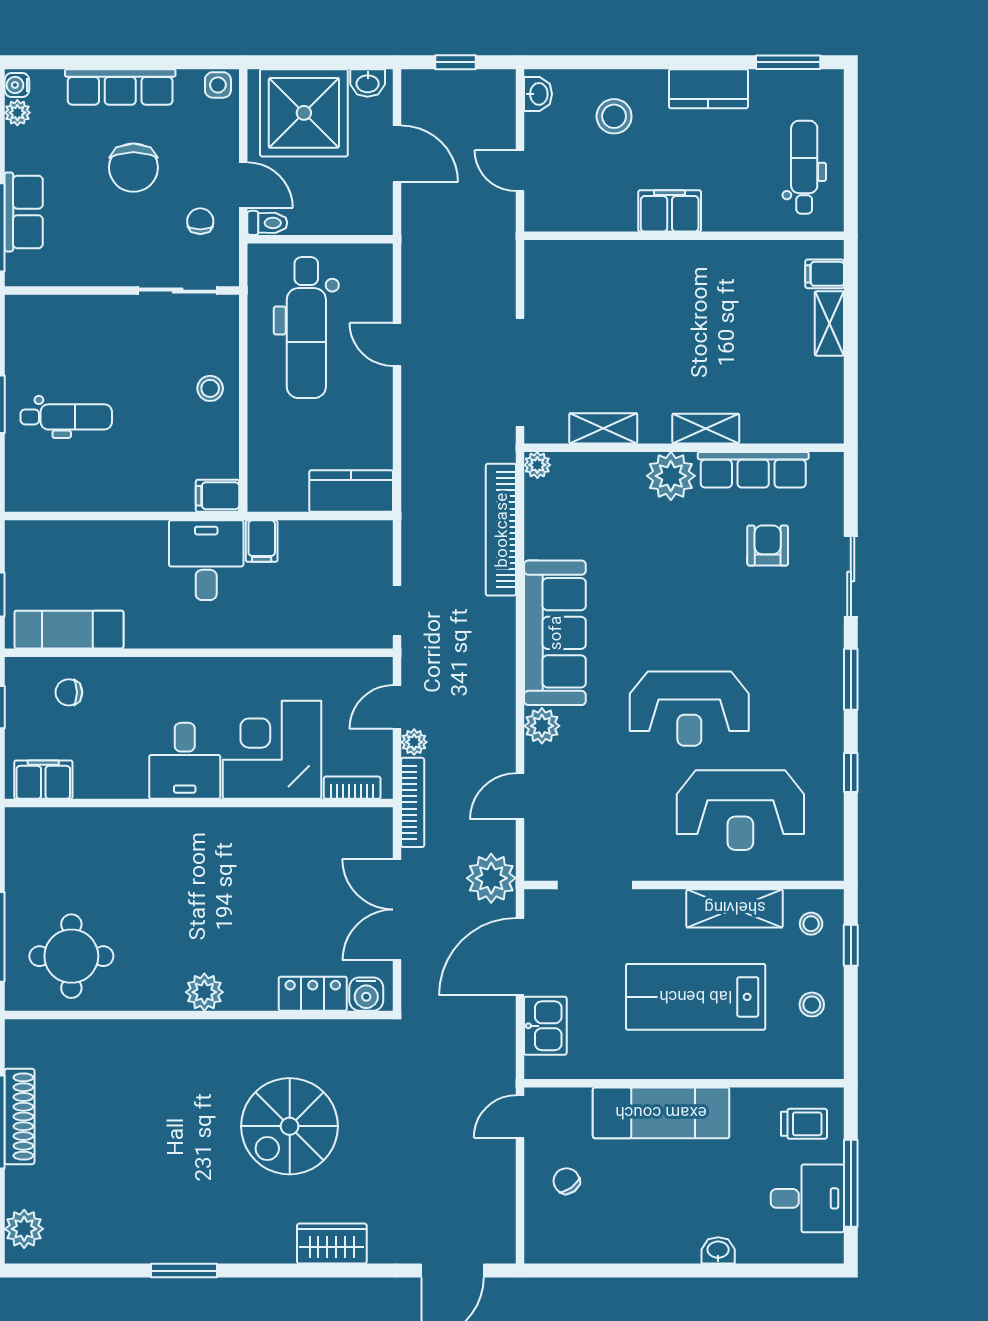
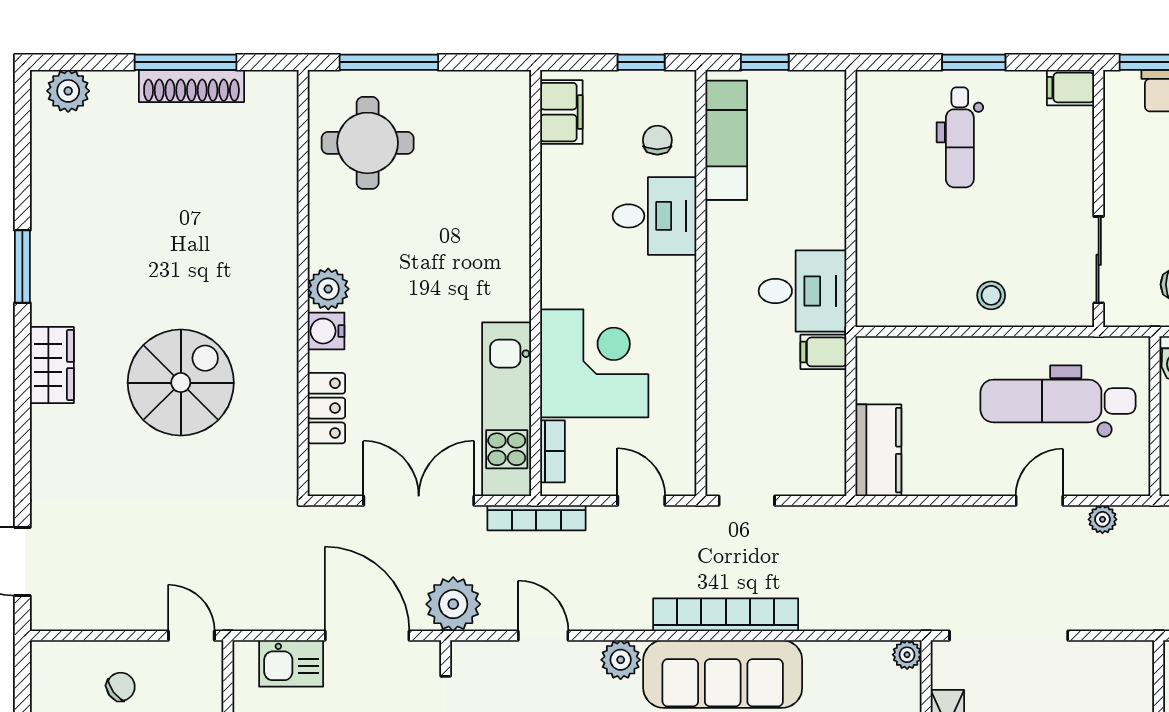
filing cabinet: (218, 496) -> (1070, 88), moved, turned -90
bookcase: (501, 530) -> (726, 615), moved
plant: (414, 742) -> (1102, 519), moved
desk: (185, 761) -> (654, 216), moved, turned 180
kitchen unit: (314, 829) -> (507, 409), added
water cooler: (366, 994) -> (326, 331), moved
spiral stairs: (290, 1126) -> (181, 383), turned 90
wardrobe: (332, 1244) -> (52, 365), moved

